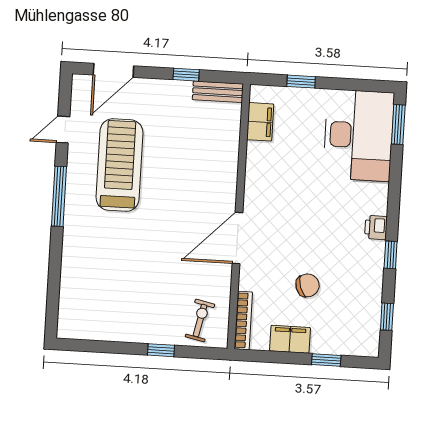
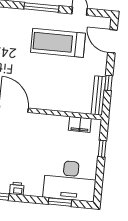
bench: (218, 92) -> (99, 96), width x1.36
window: (398, 124) -> (60, 202), moved
treadmill: (120, 165) -> (58, 43), turned 180

